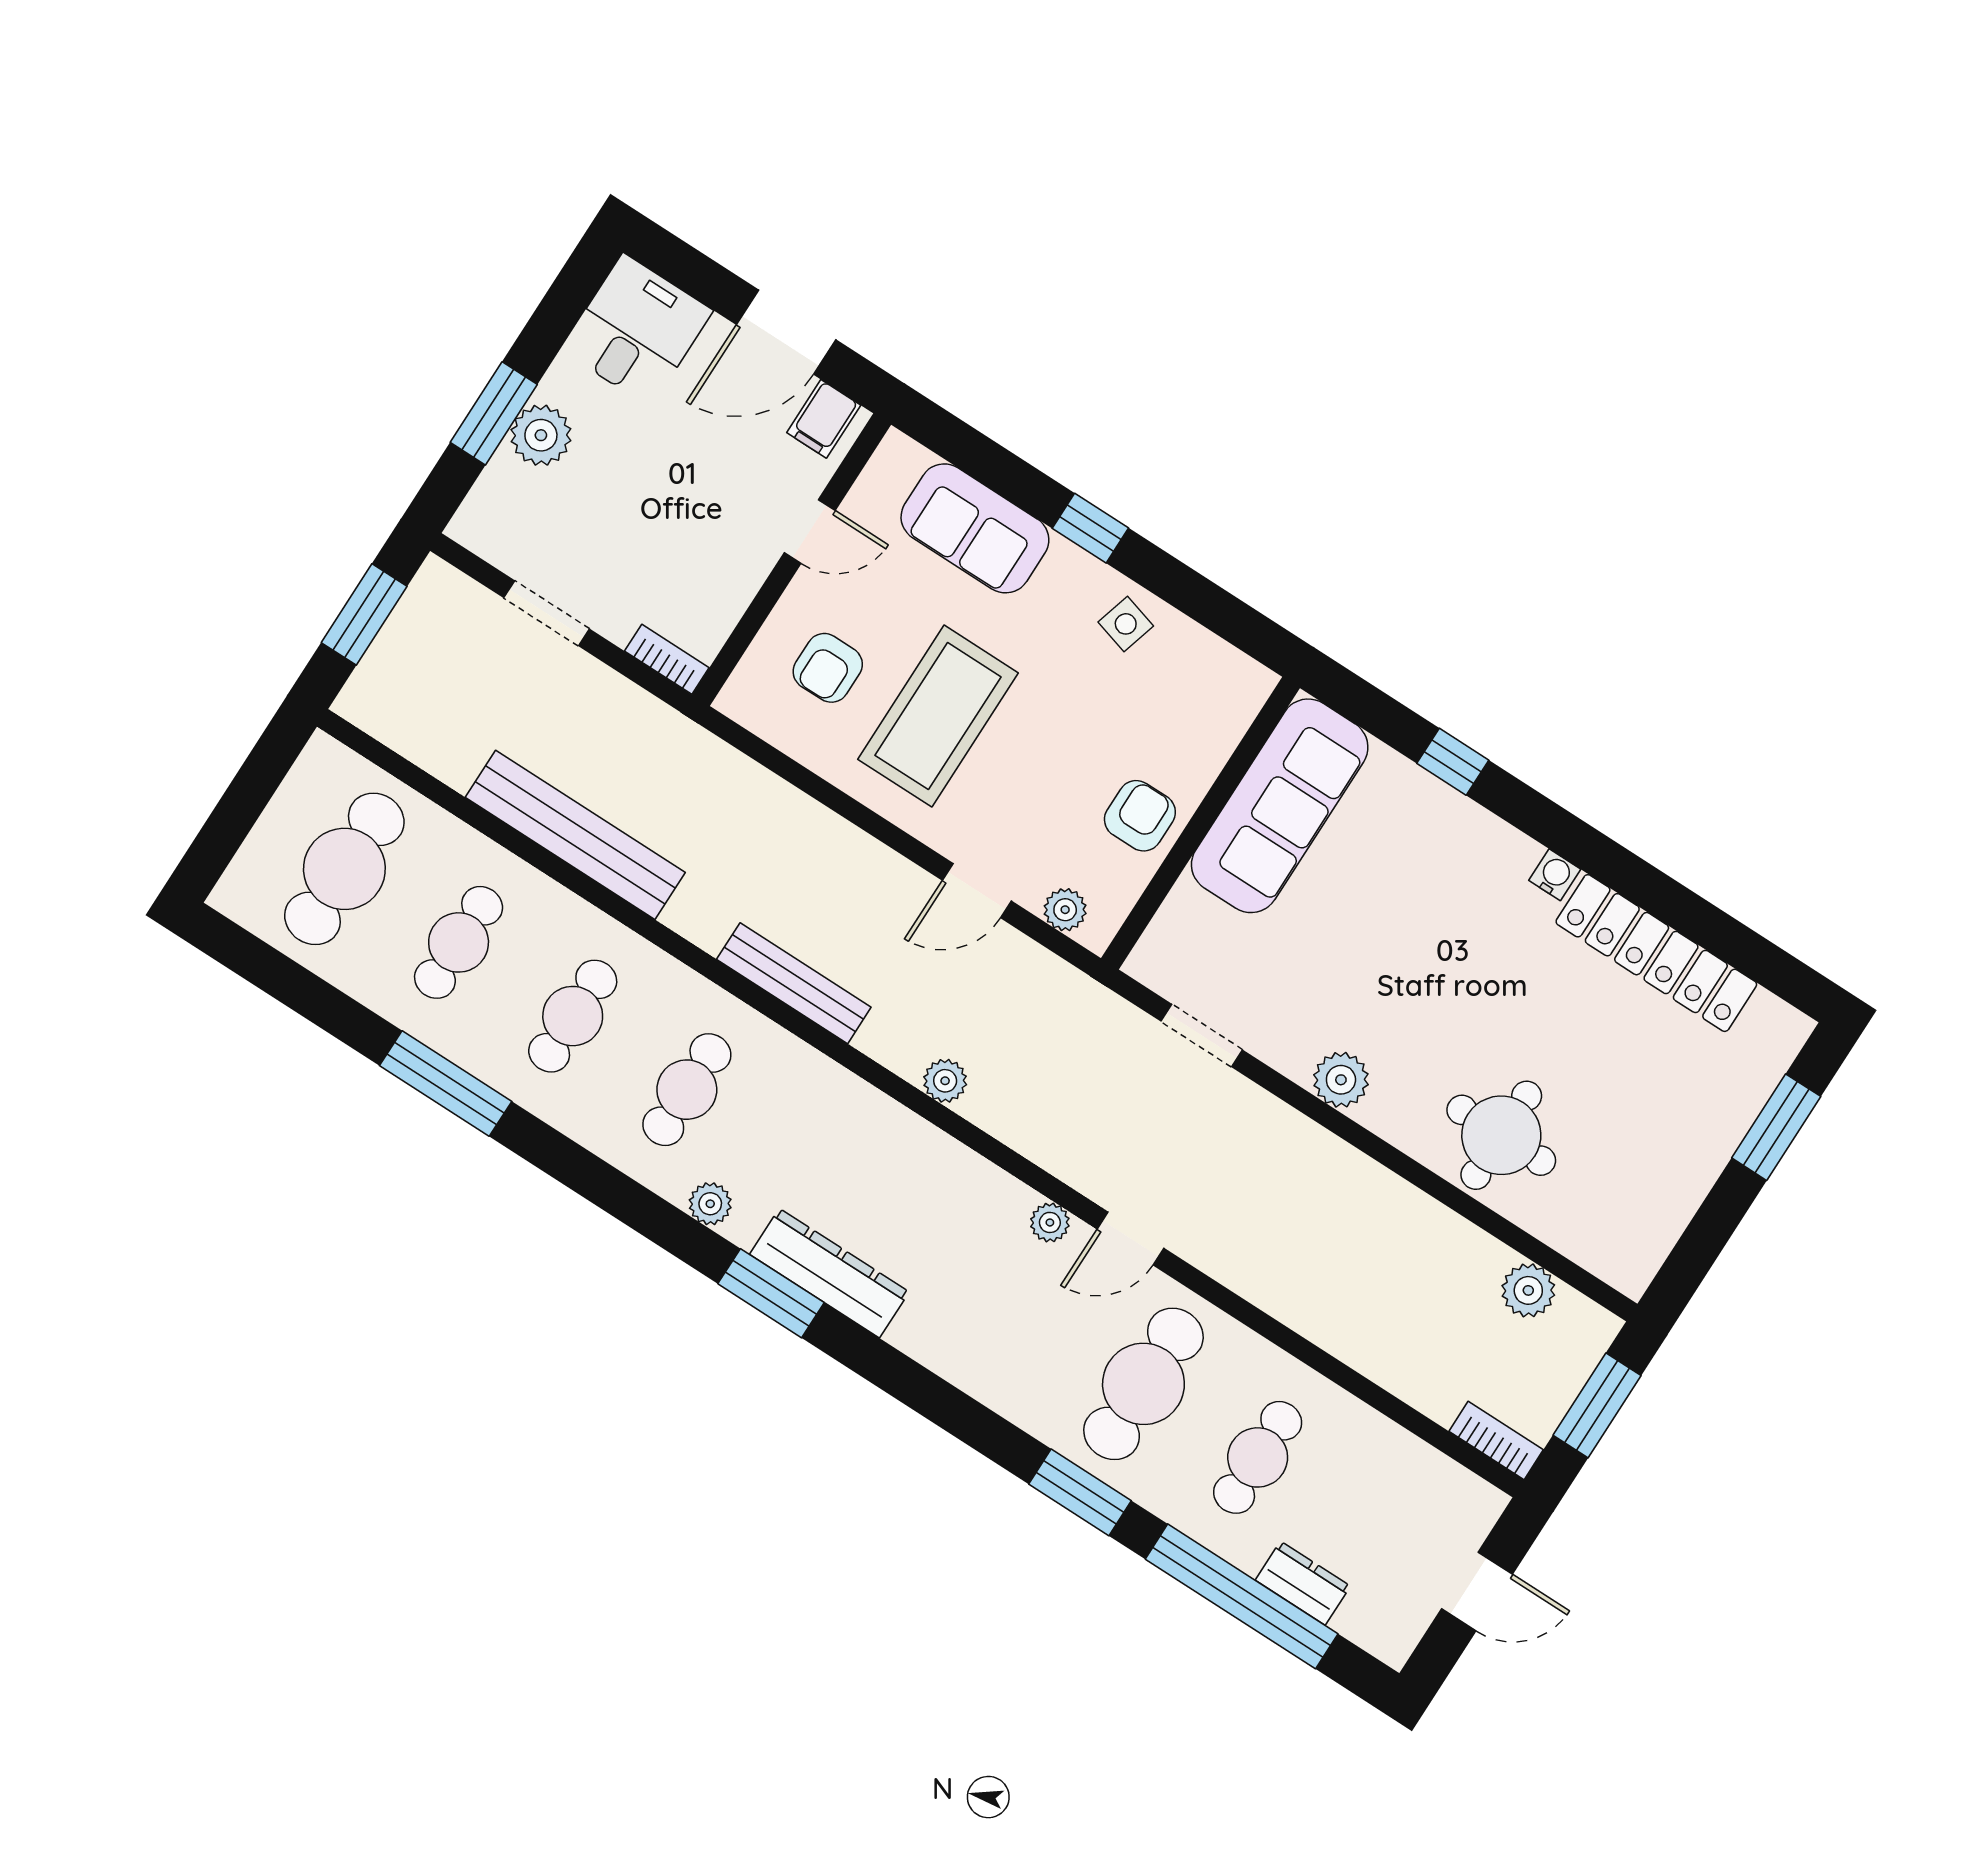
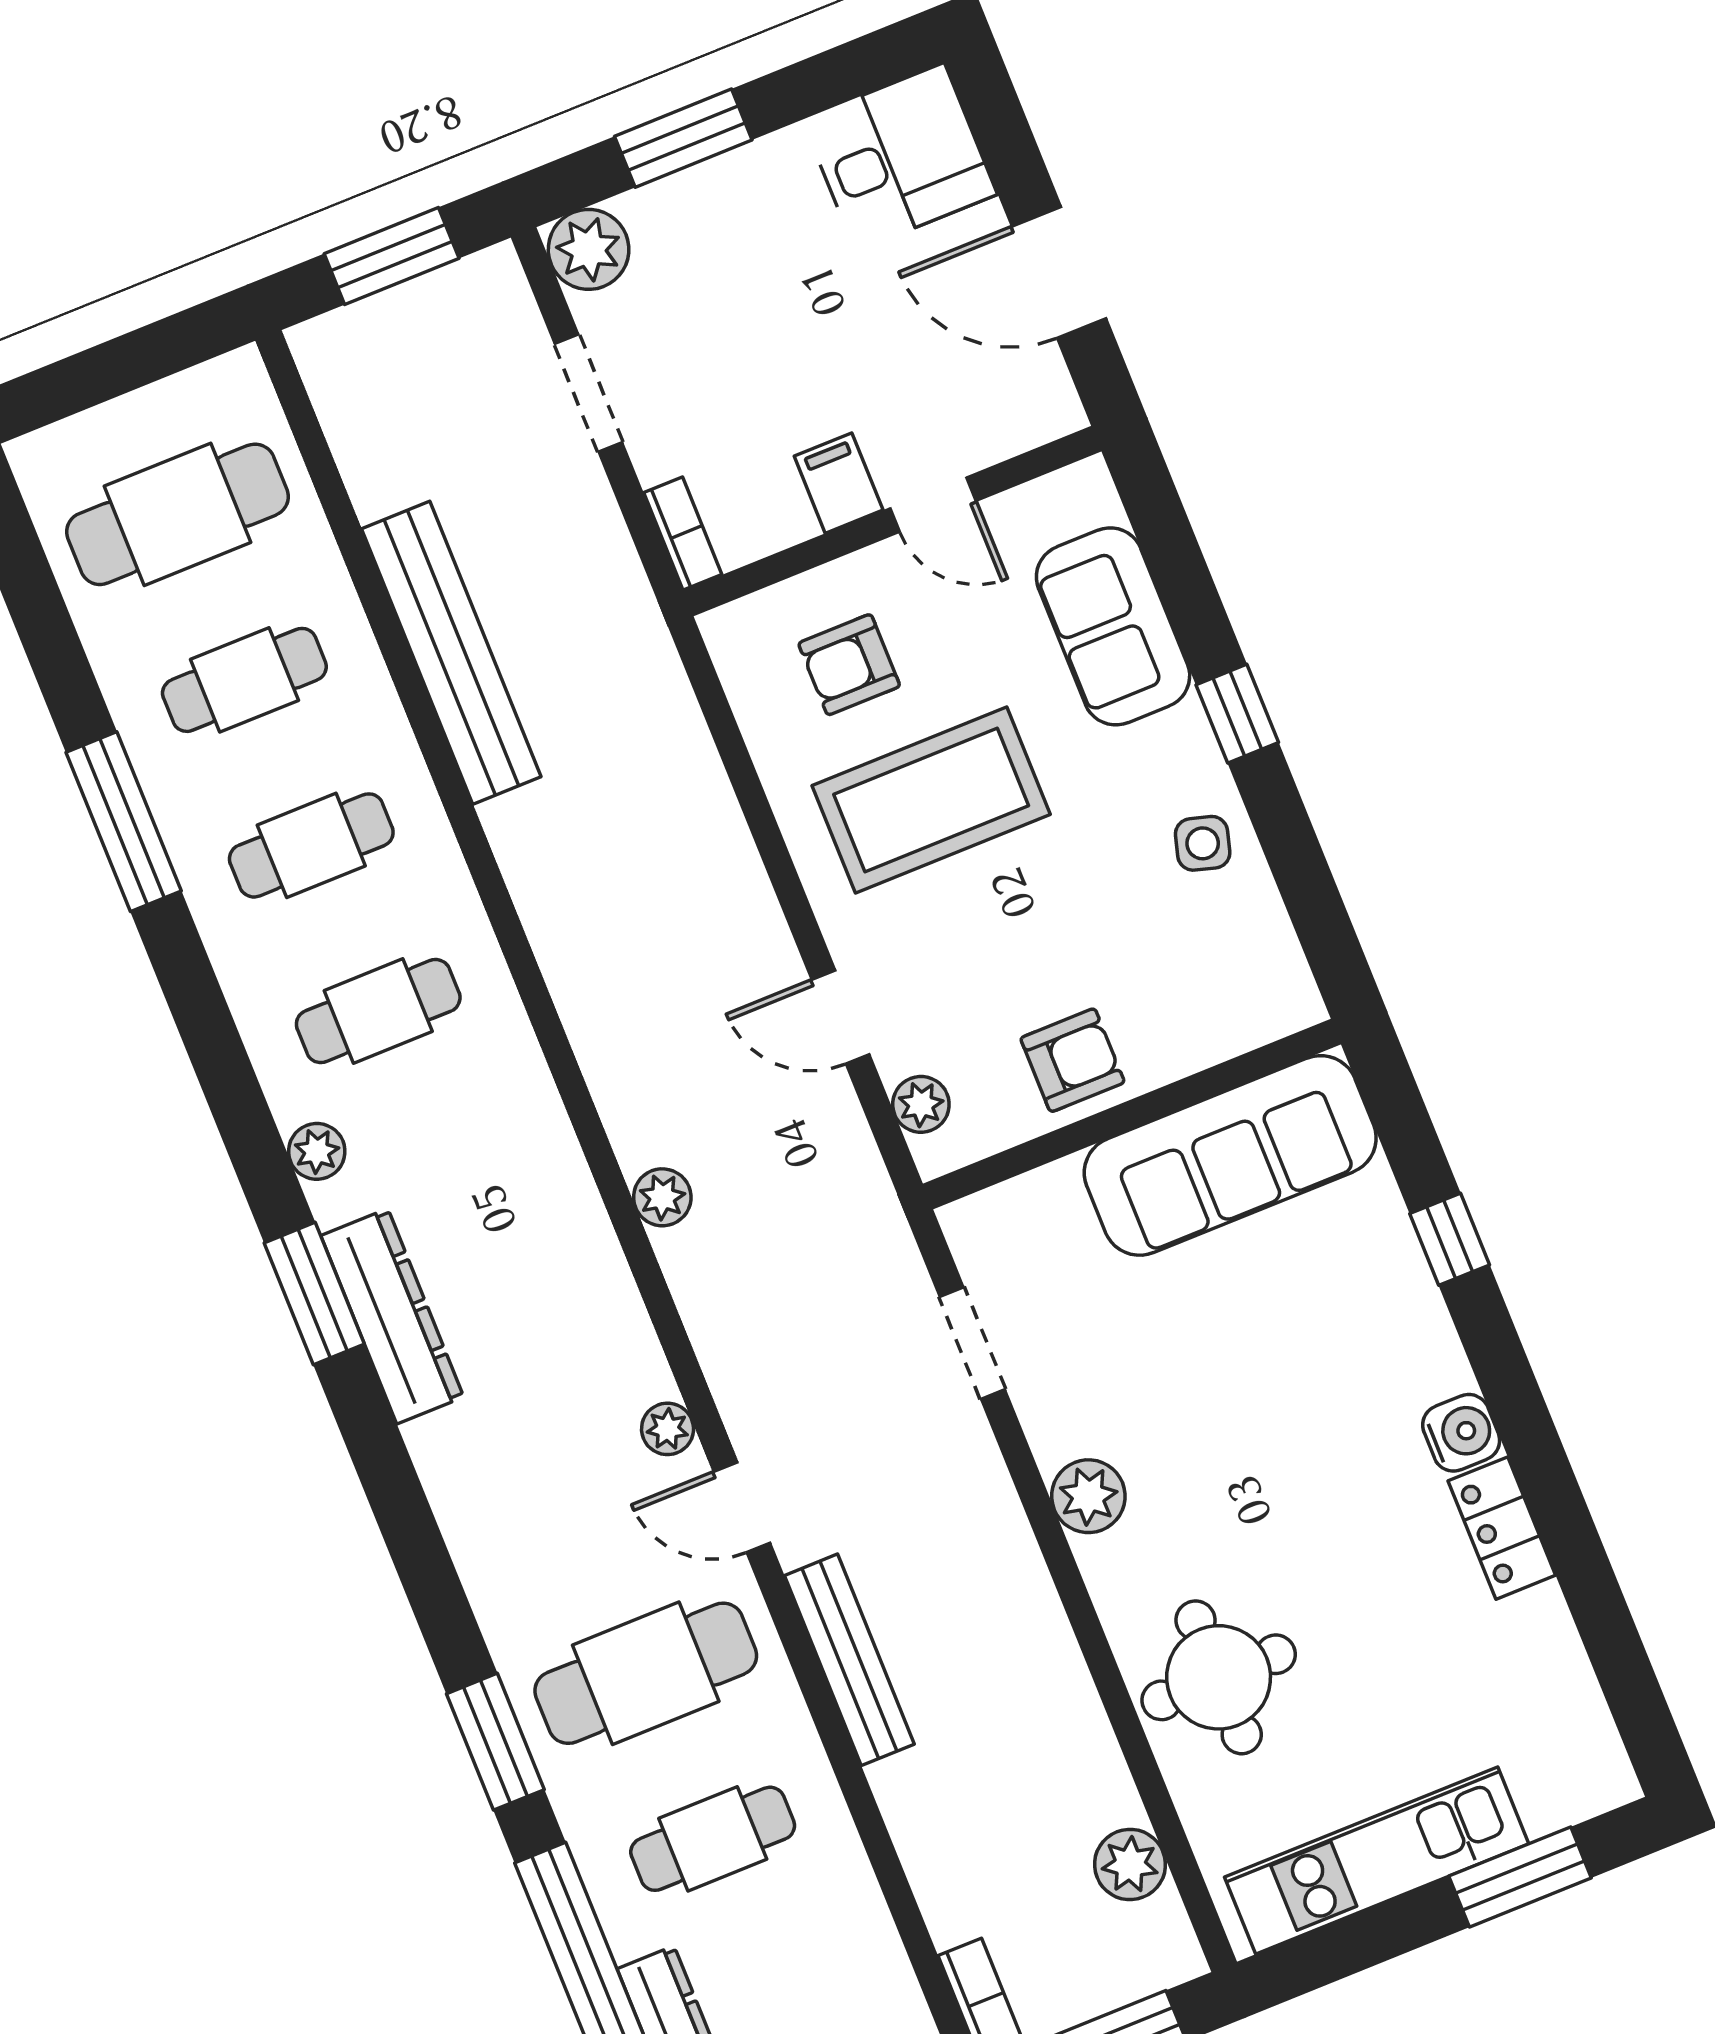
filing cabinet: (824, 419) -> (839, 483), moved, turned 90
plant: (541, 435) -> (589, 249), moved
water cooler: (1555, 875) -> (1461, 1433), width x1.38, depth x1.38
locker: (1656, 953) -> (1502, 1528), width x0.46, depth x0.83
bench: (794, 983) -> (849, 1660), moved
kitchen unit: (1680, 1180) -> (1377, 1861), added

